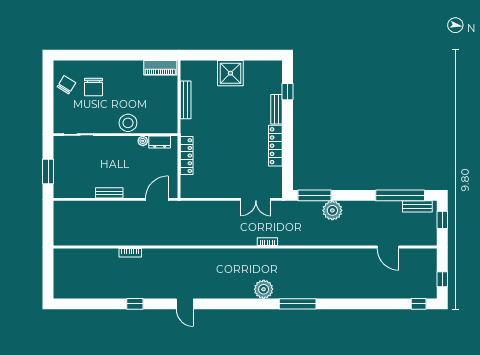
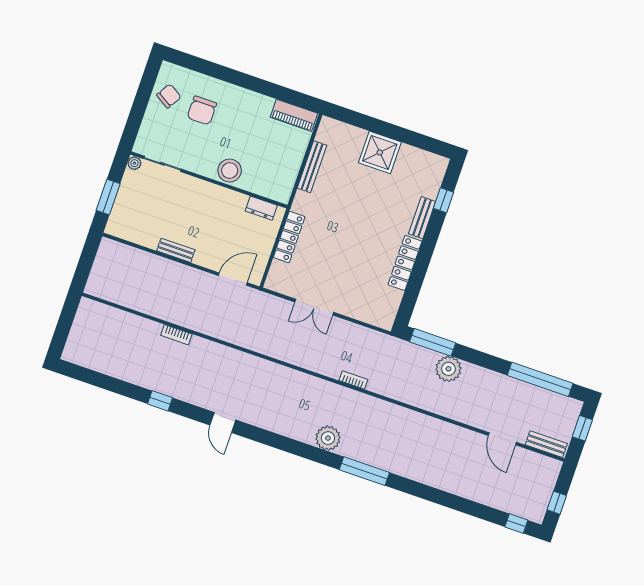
plant: (143, 141) -> (134, 163), moved
double door: (256, 199) -> (314, 307), moved
bench: (417, 206) -> (546, 444), moved

